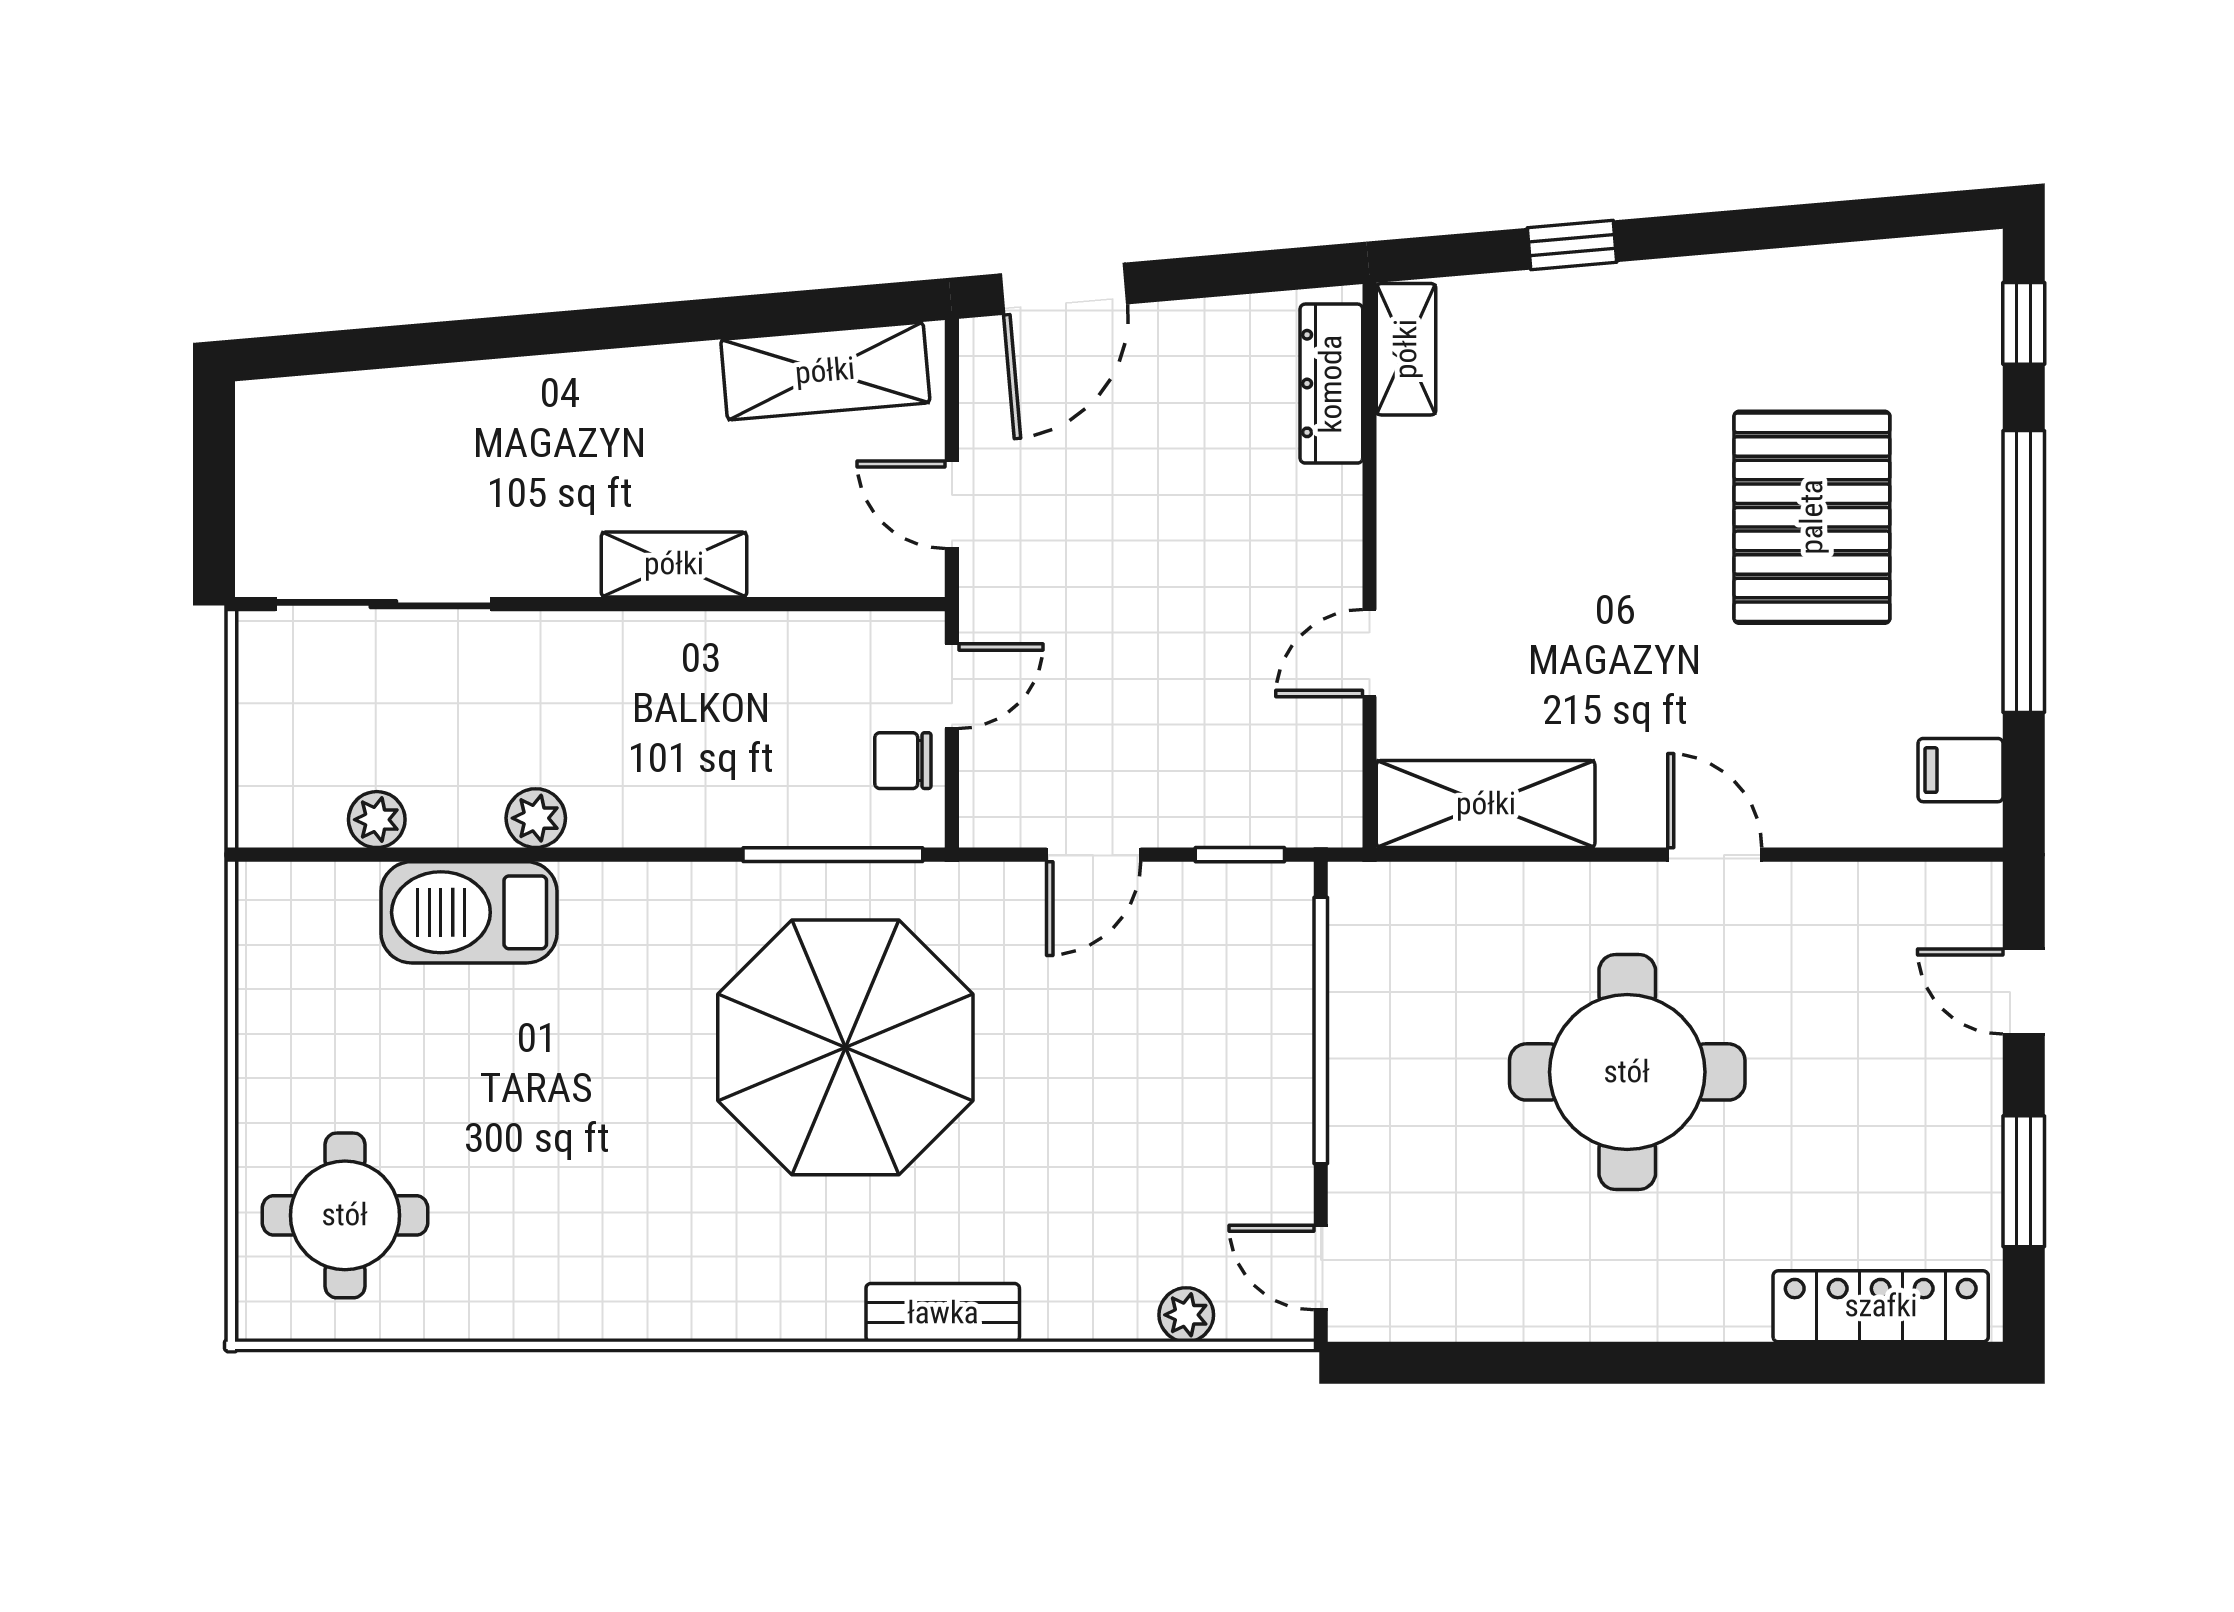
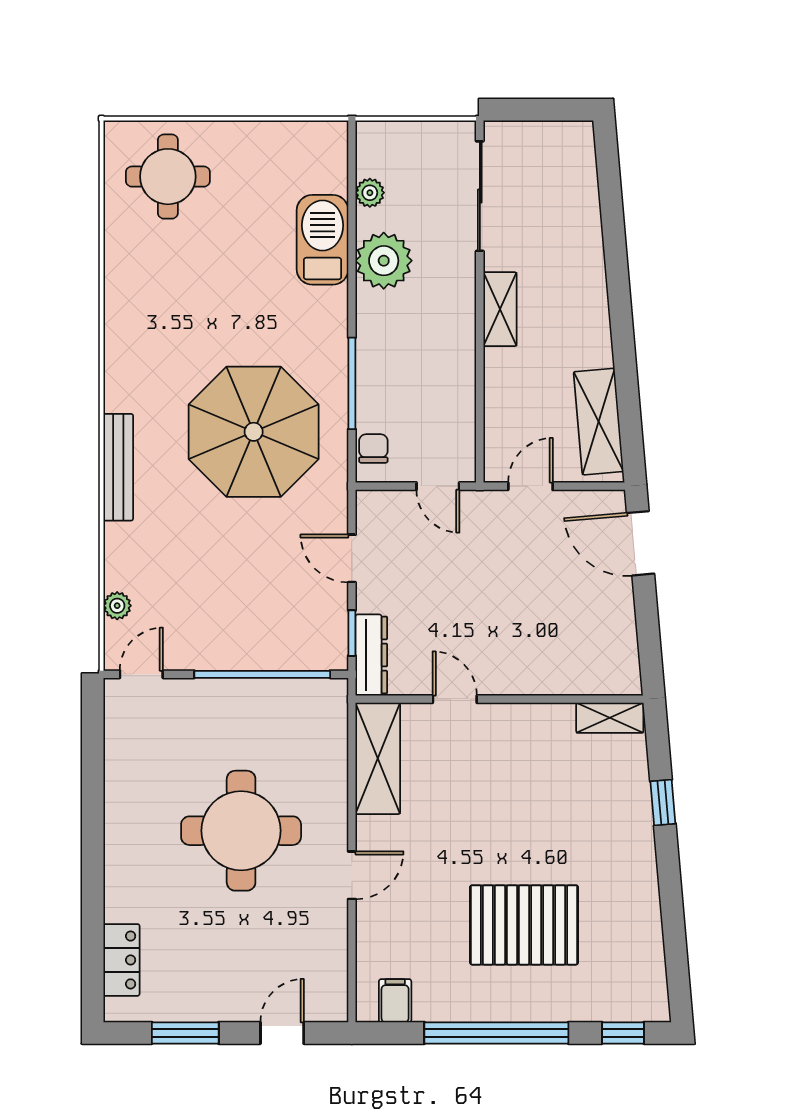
dresser: (1331, 384) -> (371, 655), moved, turned 90
shelving: (674, 564) -> (500, 309), moved
chair: (903, 761) -> (373, 448), moved
plant: (536, 818) -> (384, 261), width x1.88, depth x1.88
window: (833, 855) -> (352, 383), moved
locker: (1881, 1306) -> (122, 960), width x0.66
bench: (943, 1313) -> (118, 467), width x1.36

